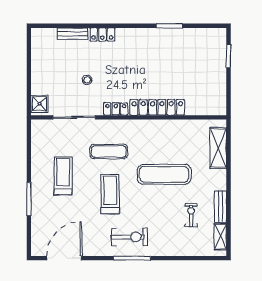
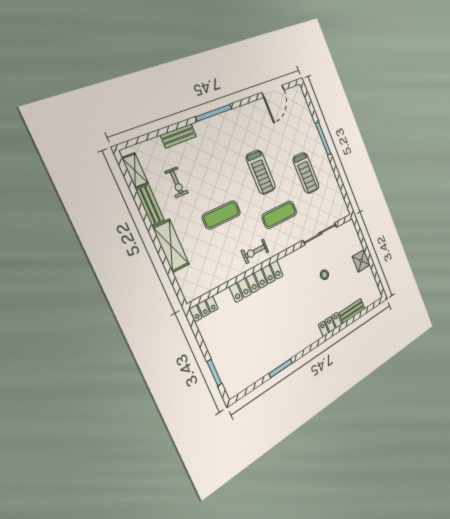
shower: (40, 104) -> (361, 261), moved
locker: (116, 109) -> (204, 309), moved
shelving: (218, 148) -> (171, 246), moved
exercise mat: (164, 174) -> (221, 215), width x0.73, depth x0.69
exercise bike: (129, 237) -> (255, 251), moved, width x0.73, depth x0.72
bench: (172, 250) -> (178, 136), added
door: (64, 258) -> (273, 91), width x0.73

